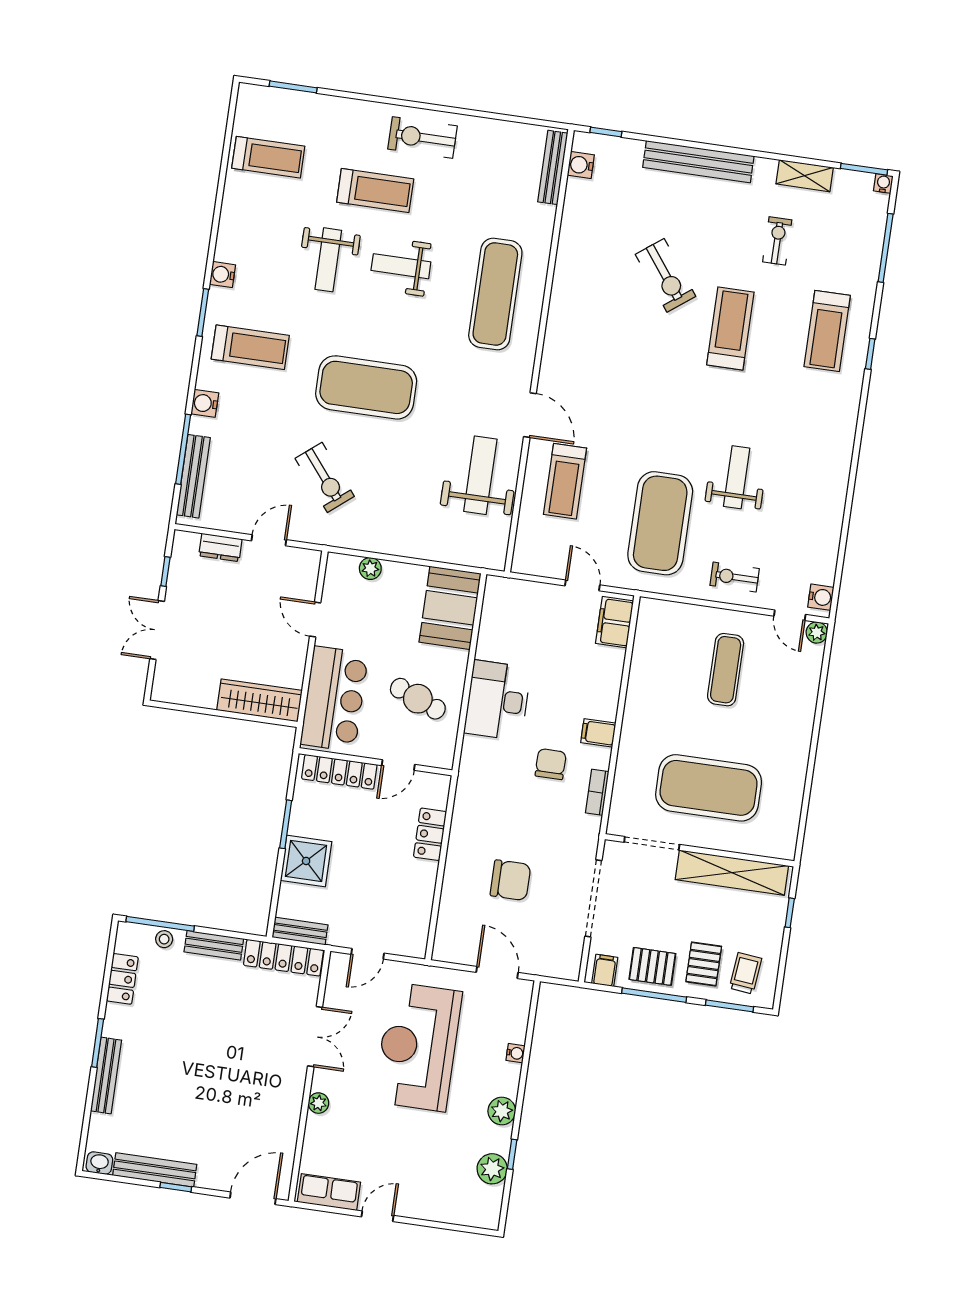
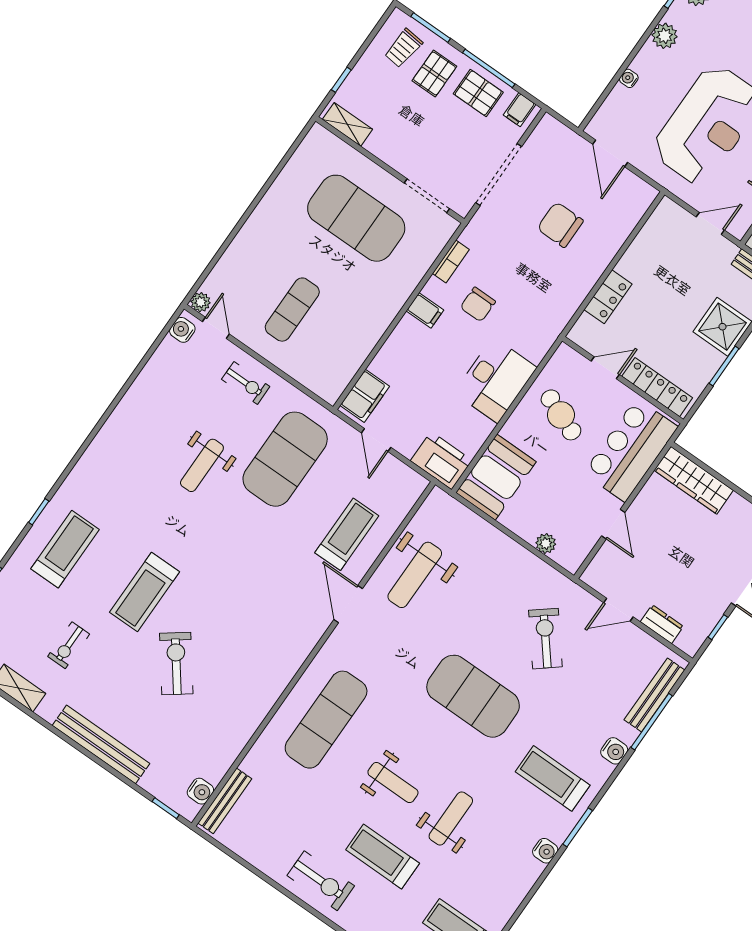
printer: (510, 597) -> (441, 461), added
shelving: (732, 873) -> (347, 124), width x0.45, depth x0.75

